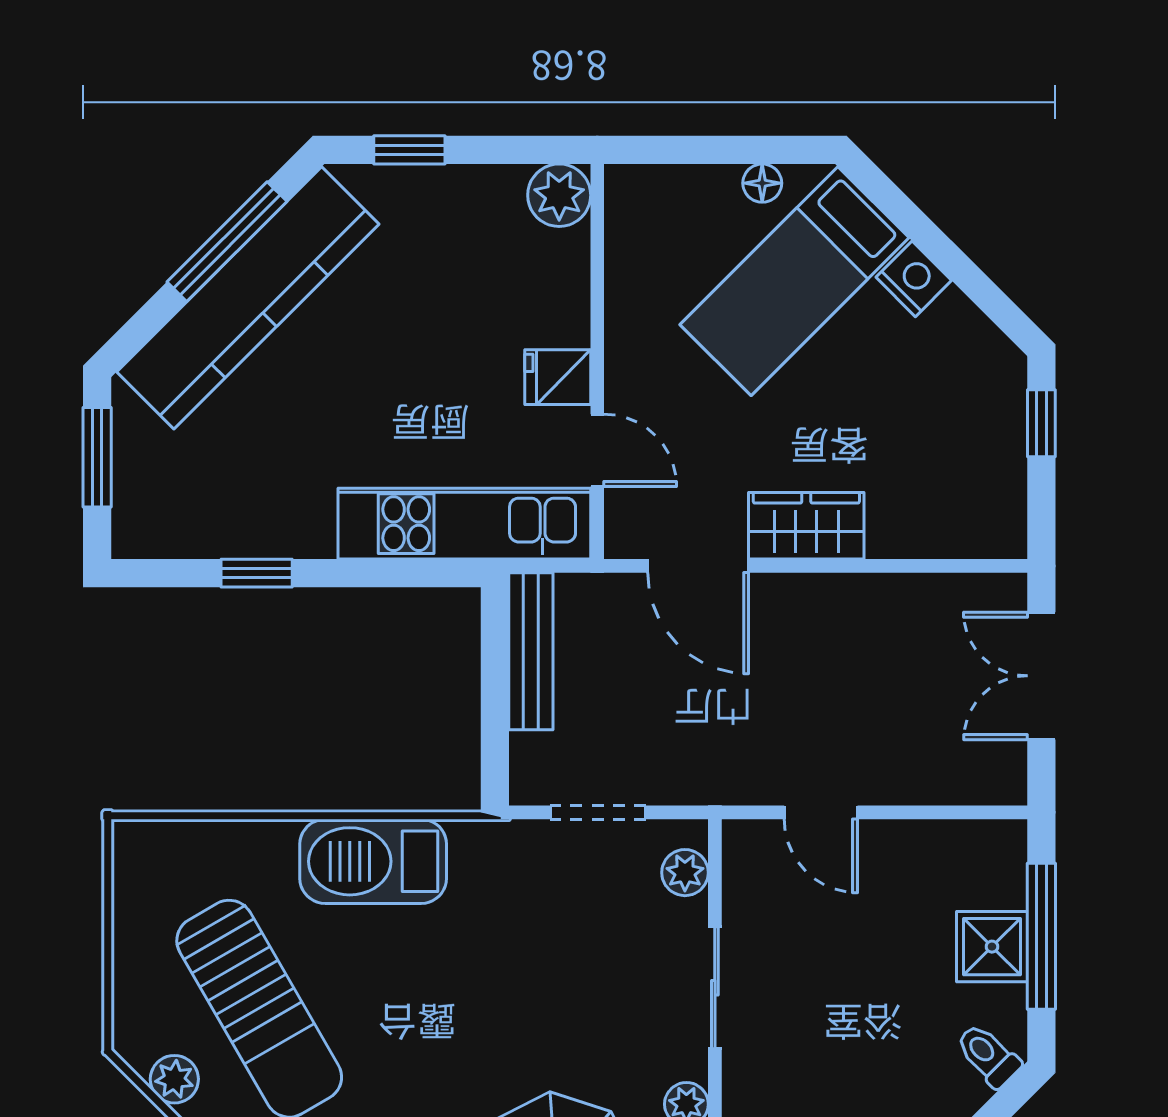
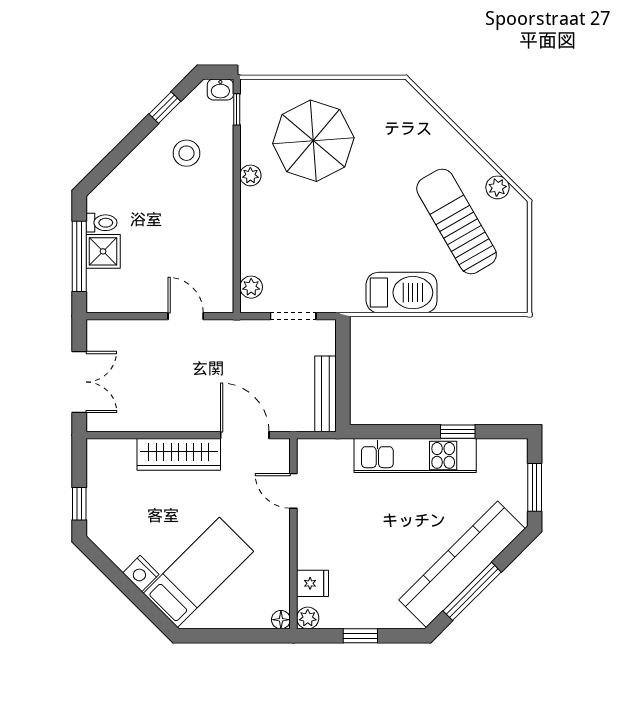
window: (409, 150) -> (360, 636), moved
floor lamp: (762, 183) -> (281, 620), moved
plant: (559, 195) -> (308, 618), width x0.73, depth x0.73
fridge: (558, 377) -> (313, 583), moved
kitchen unit: (464, 524) -> (415, 455), moved
wardrobe: (806, 526) -> (179, 454), width x1.50
sliding door: (715, 988) -> (237, 232), removed
toilet: (988, 1055) -> (101, 223), moved, turned -45

